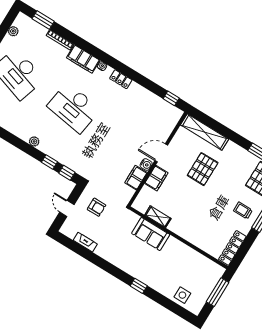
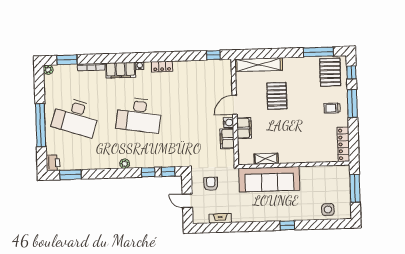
plant: (13, 31) -> (48, 70), moved
armchair: (96, 207) -> (211, 184), turned -90
sofa: (151, 234) -> (269, 179), width x1.85, depth x1.27

